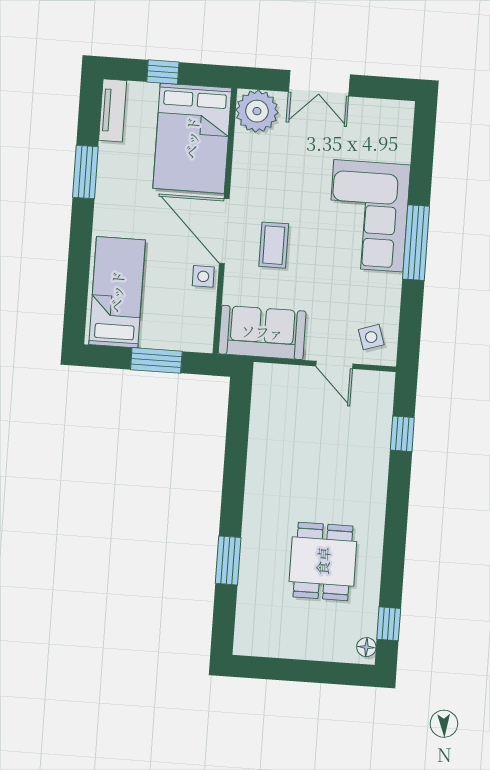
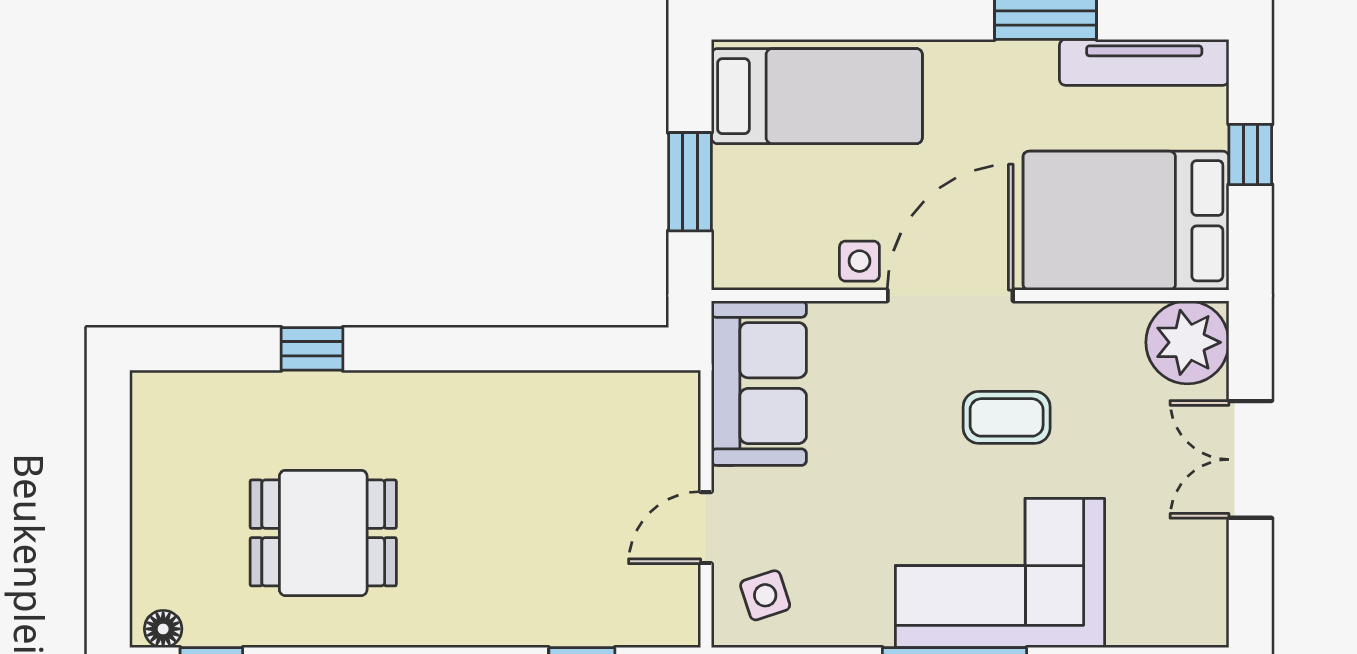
tv unit: (113, 110) -> (1144, 62), width x1.41
coffee table: (274, 245) -> (1007, 417), moved
window: (228, 560) -> (312, 349), width x0.67

